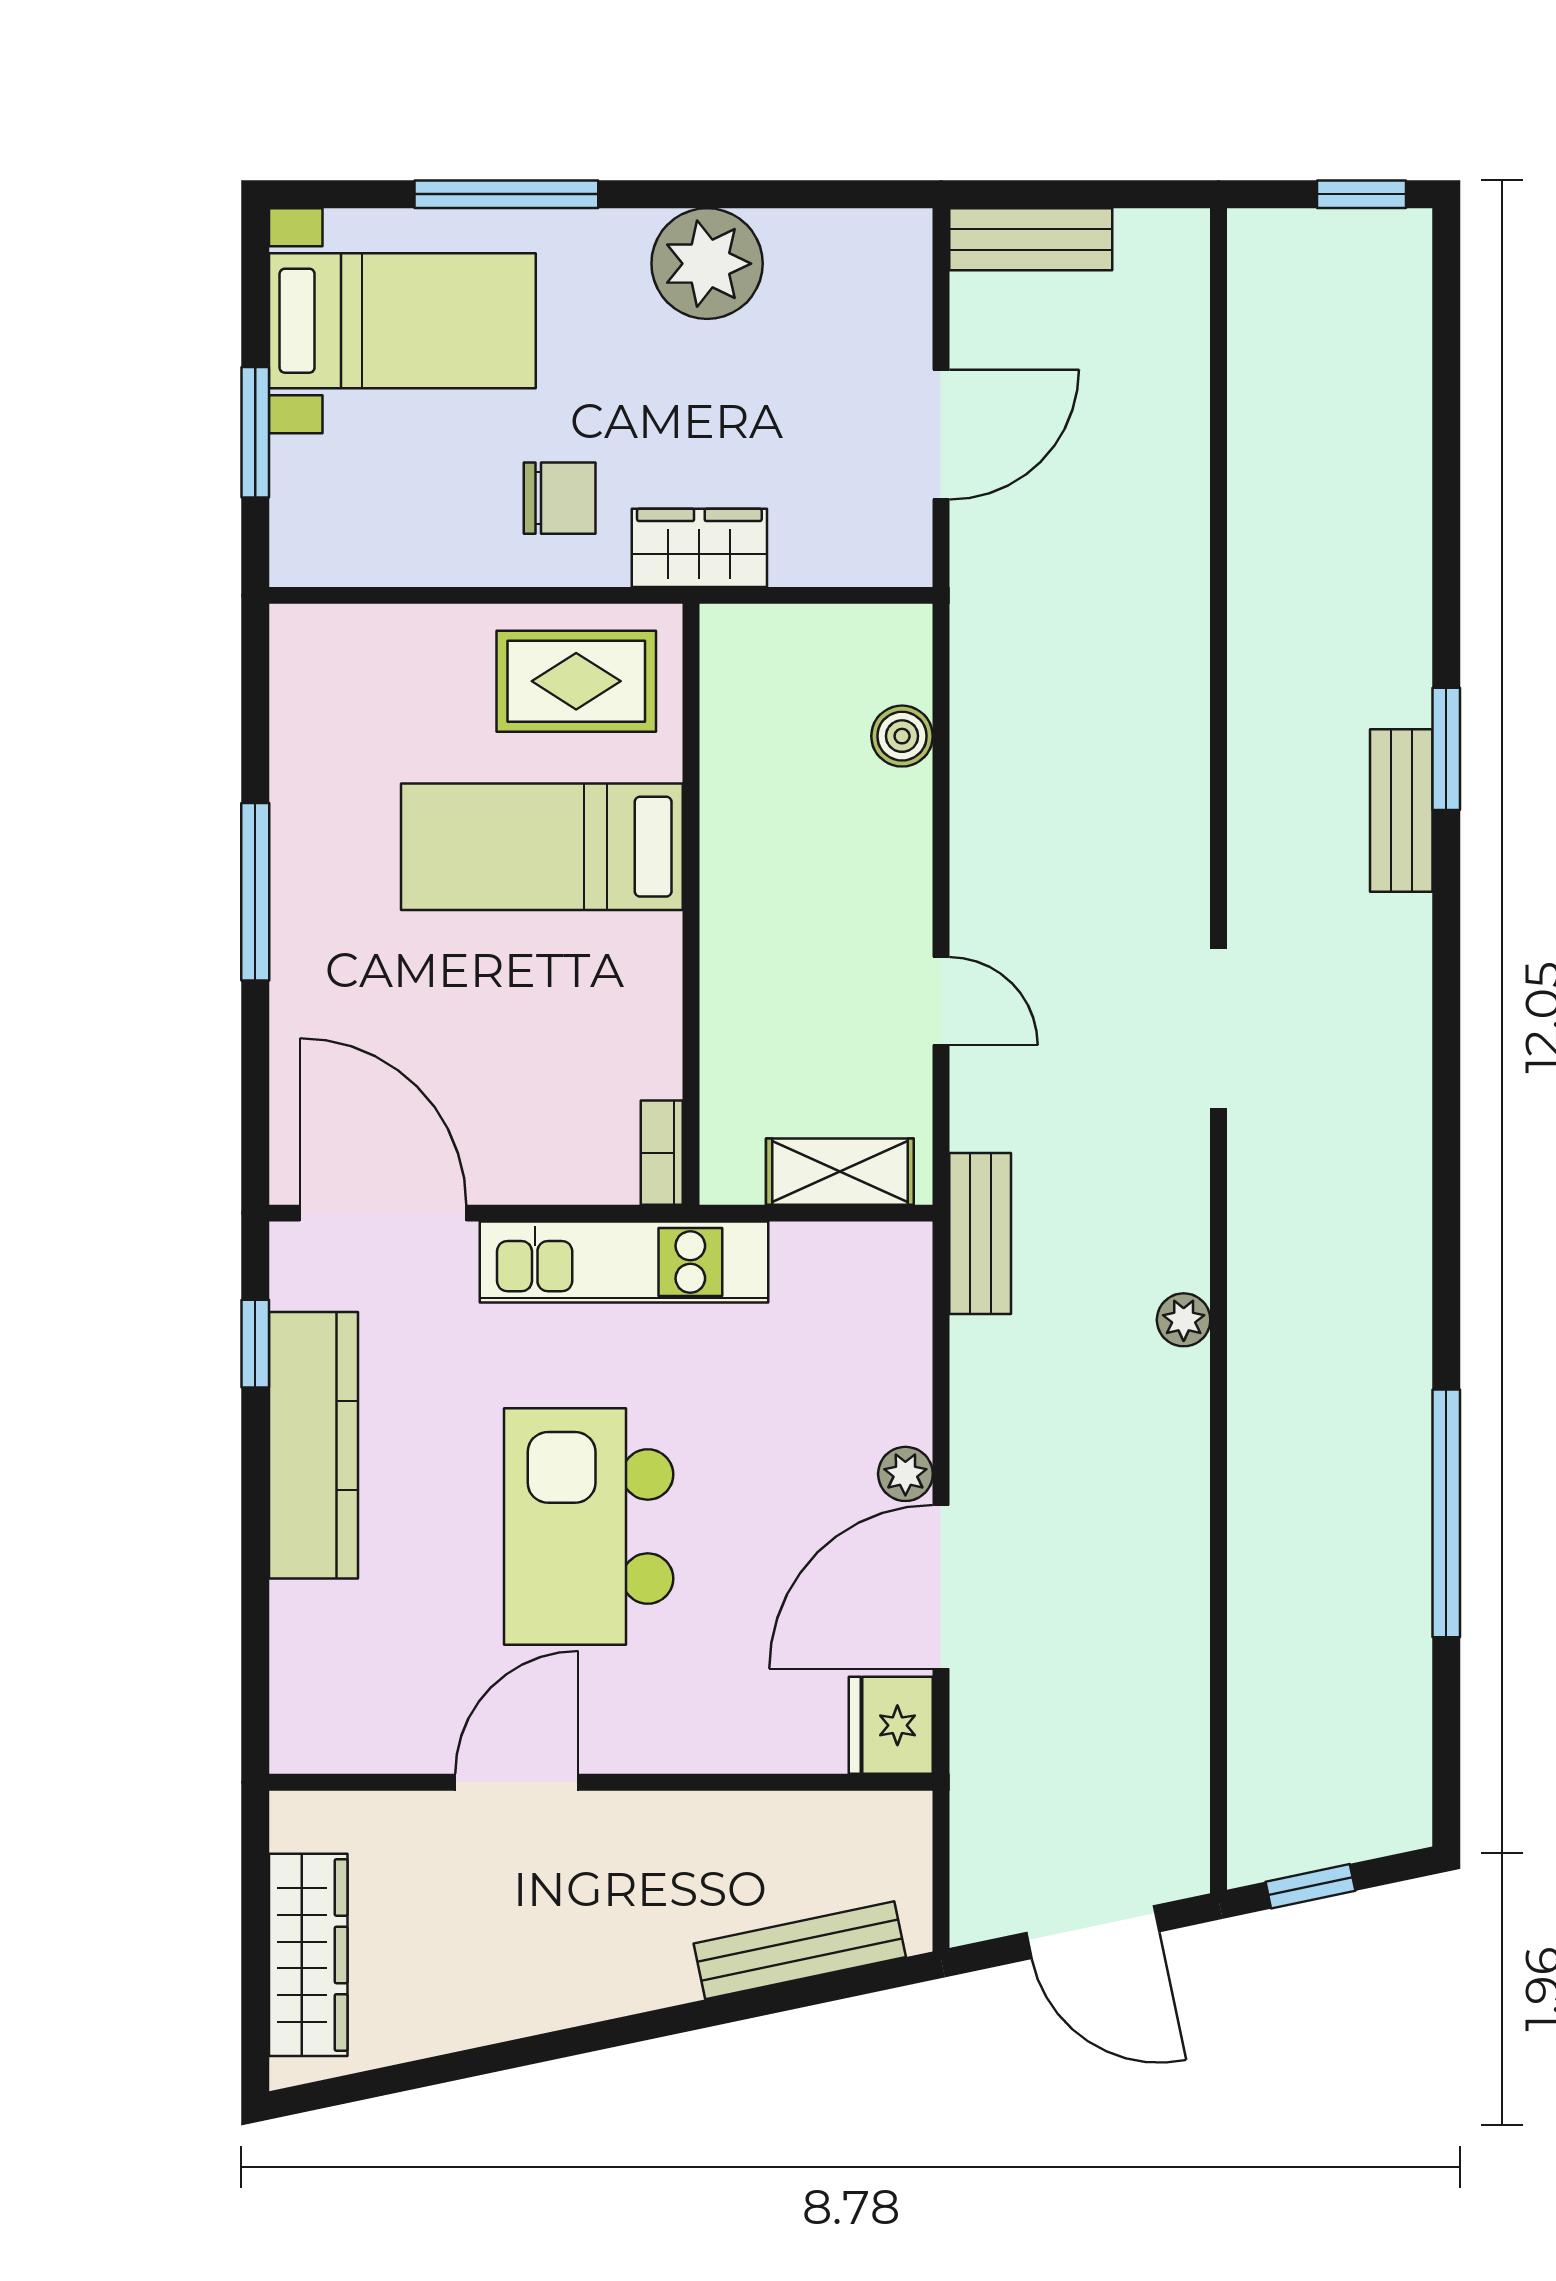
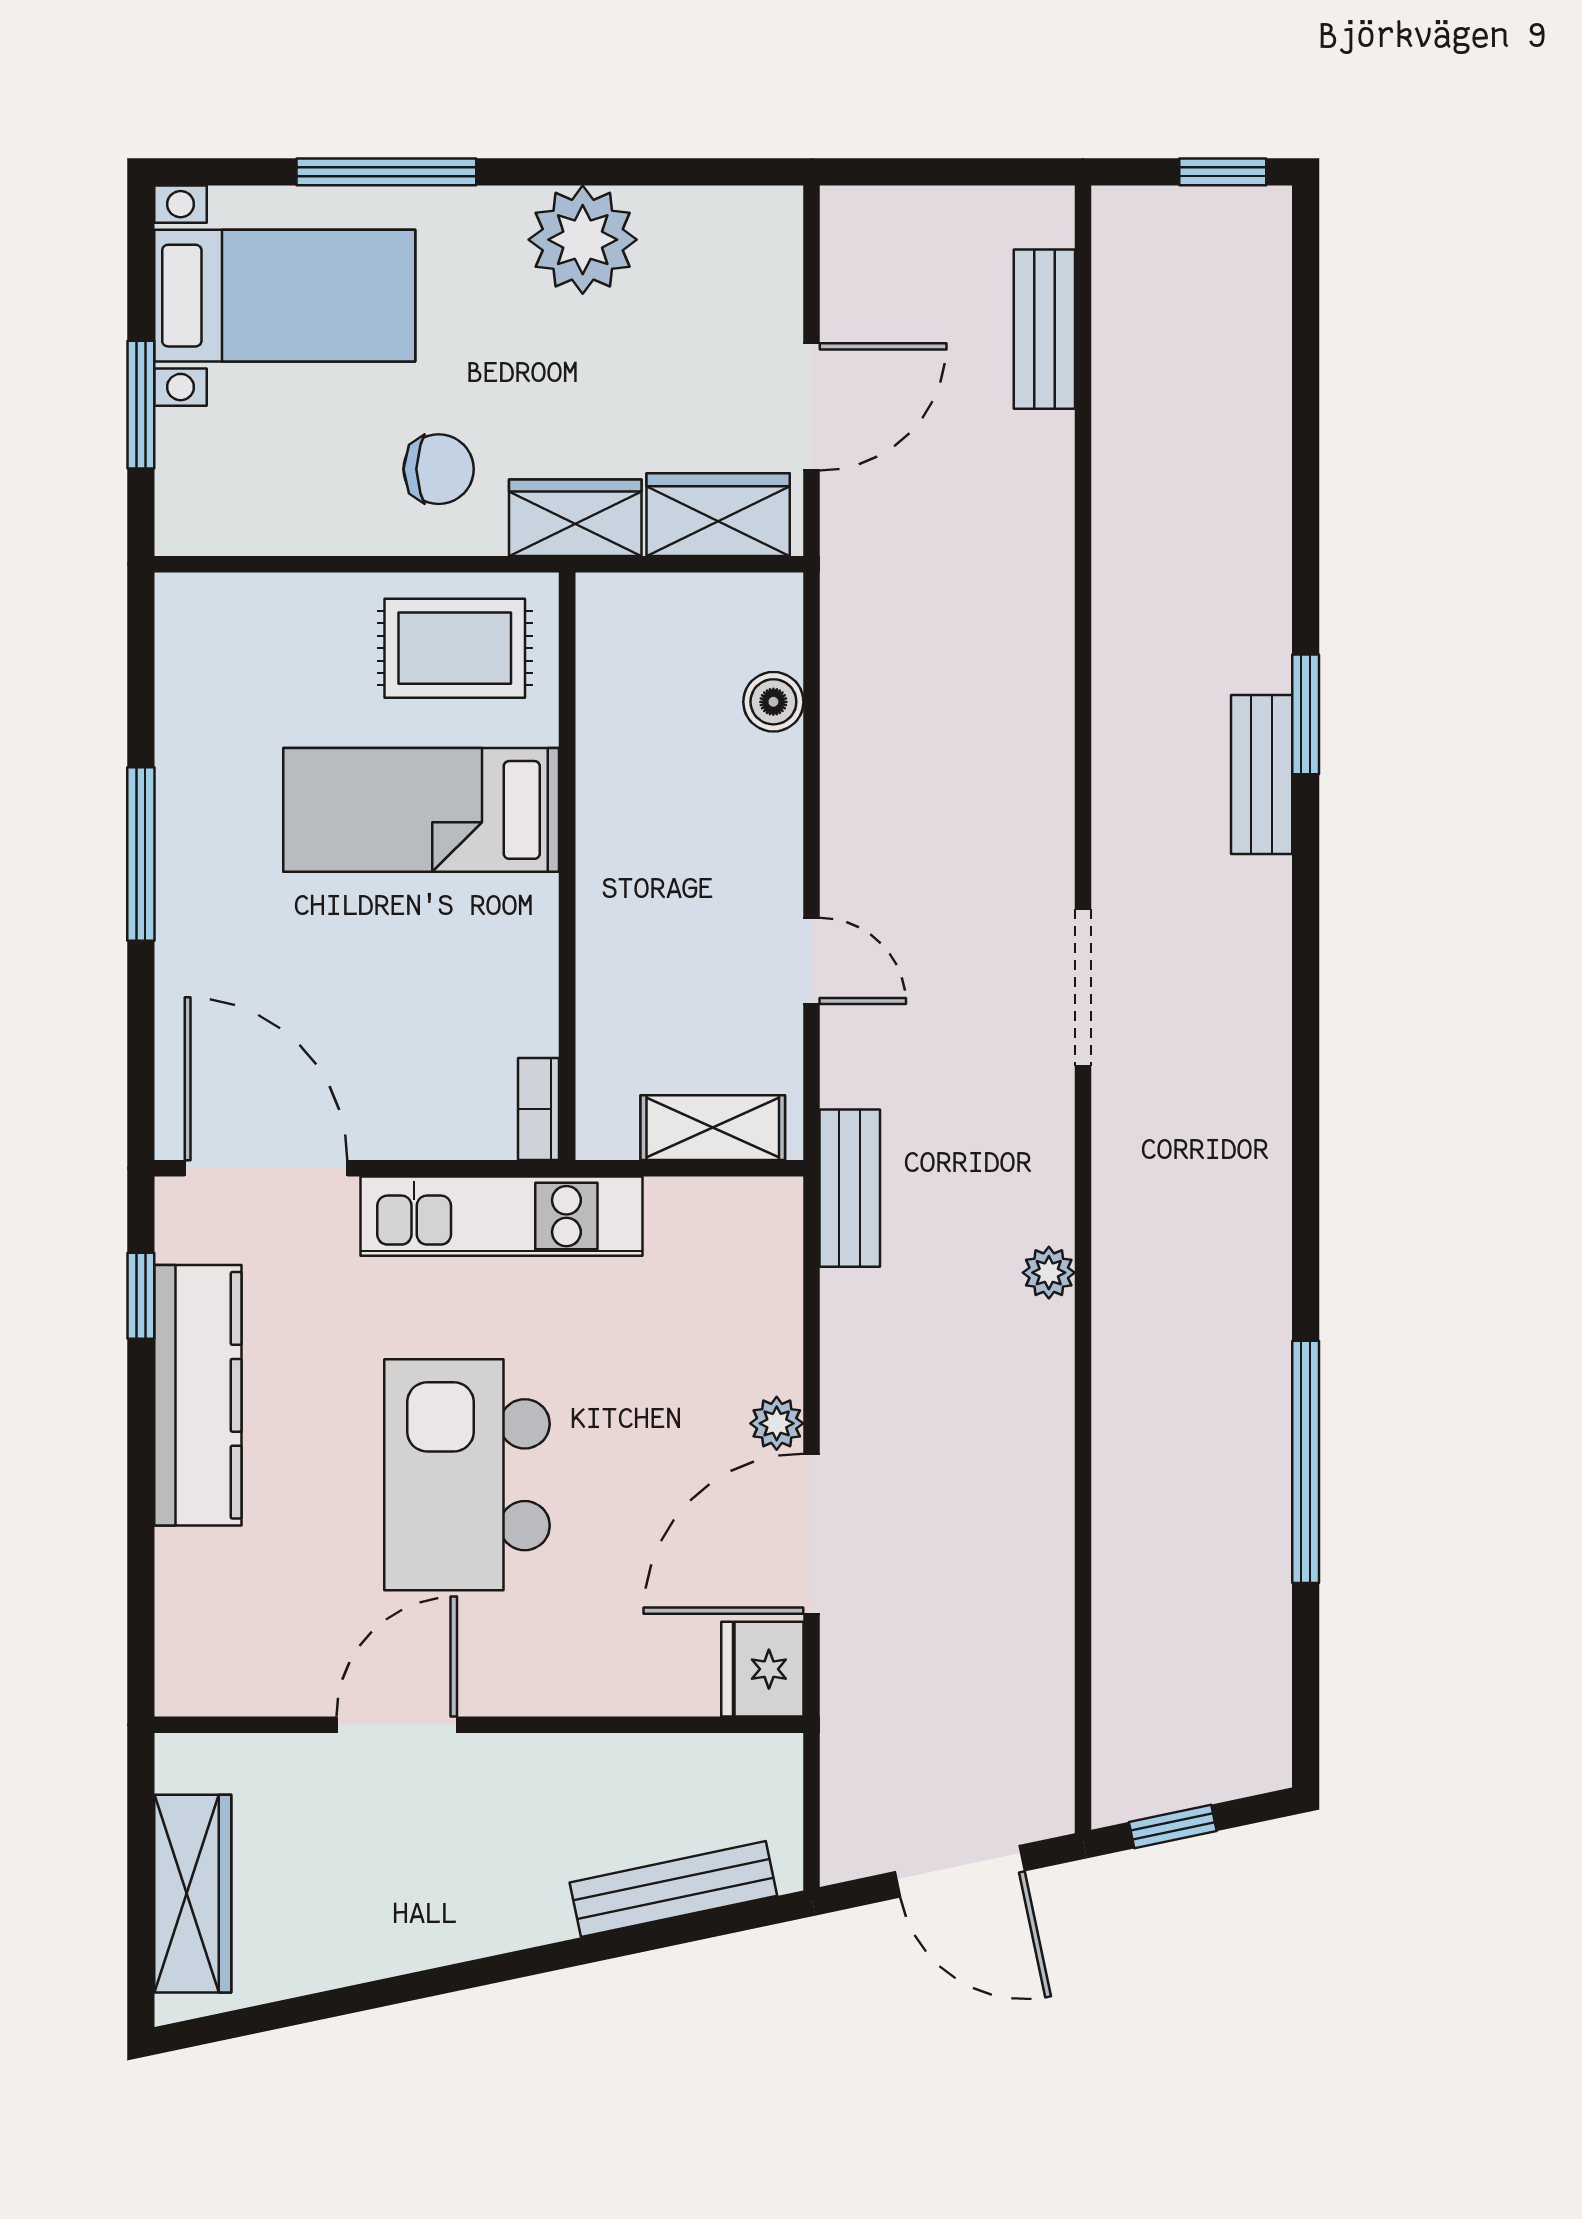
bench: (1031, 239) -> (1044, 329), moved, turned 90
wardrobe: (846, 545) -> (718, 515), added

